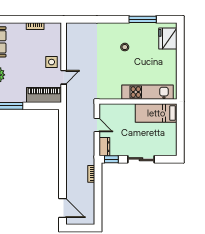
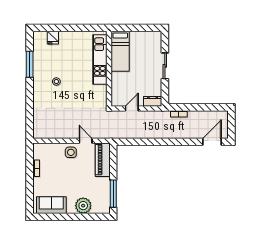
fridge: (168, 38) -> (53, 38), width x0.53, depth x0.75
window: (111, 159) -> (165, 95), removed

